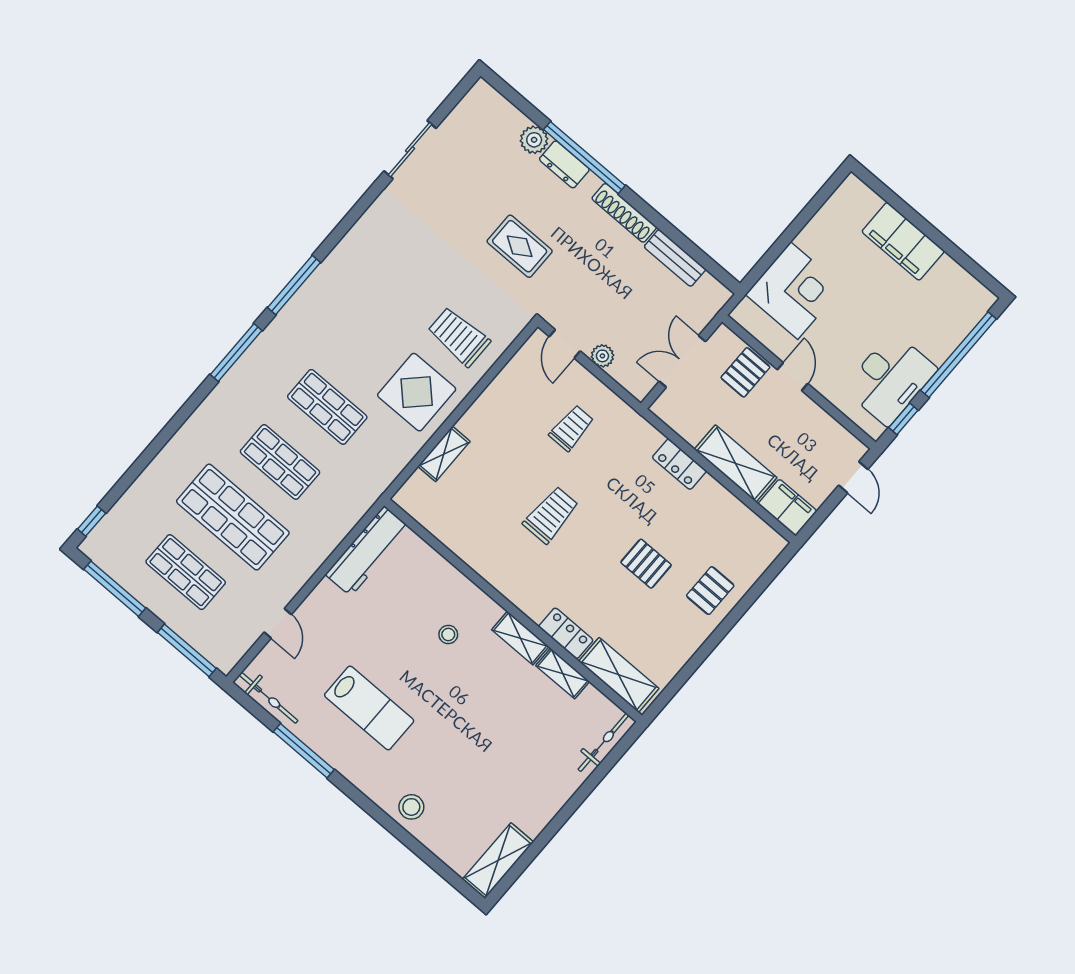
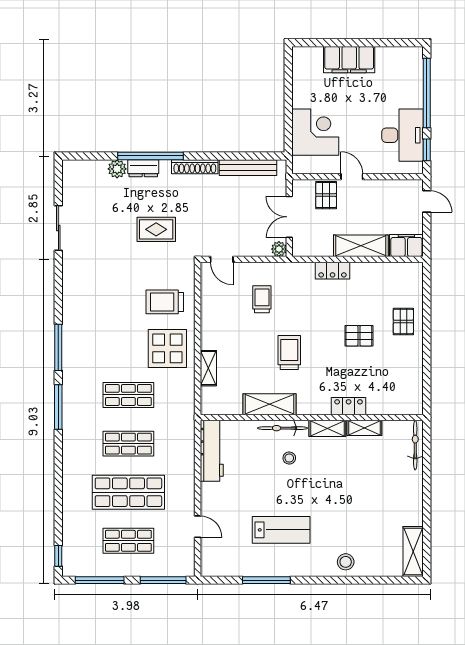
bench: (675, 258) -> (248, 168), width x1.36
plant: (602, 356) -> (279, 249), moved
shelving: (619, 675) -> (269, 404), moved
bicycle: (268, 698) -> (283, 428), moved, turned 180

